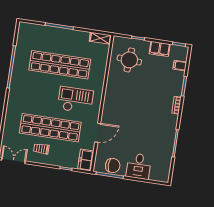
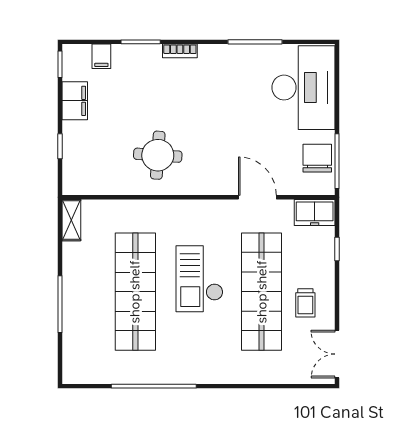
round table: (129, 60) -> (158, 155), moved
checkout: (75, 100) -> (200, 279), moved
desk: (139, 166) -> (303, 88), width x1.87, depth x1.30

